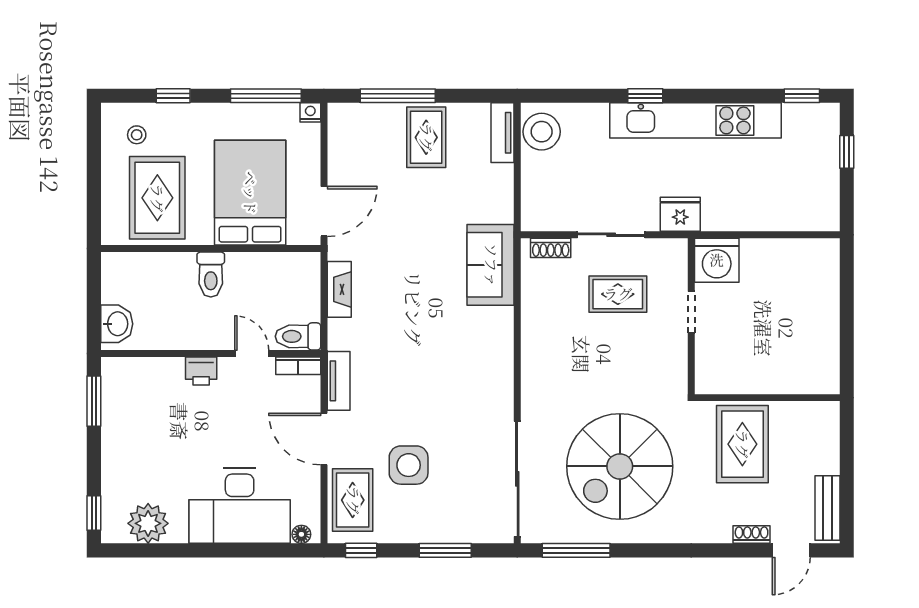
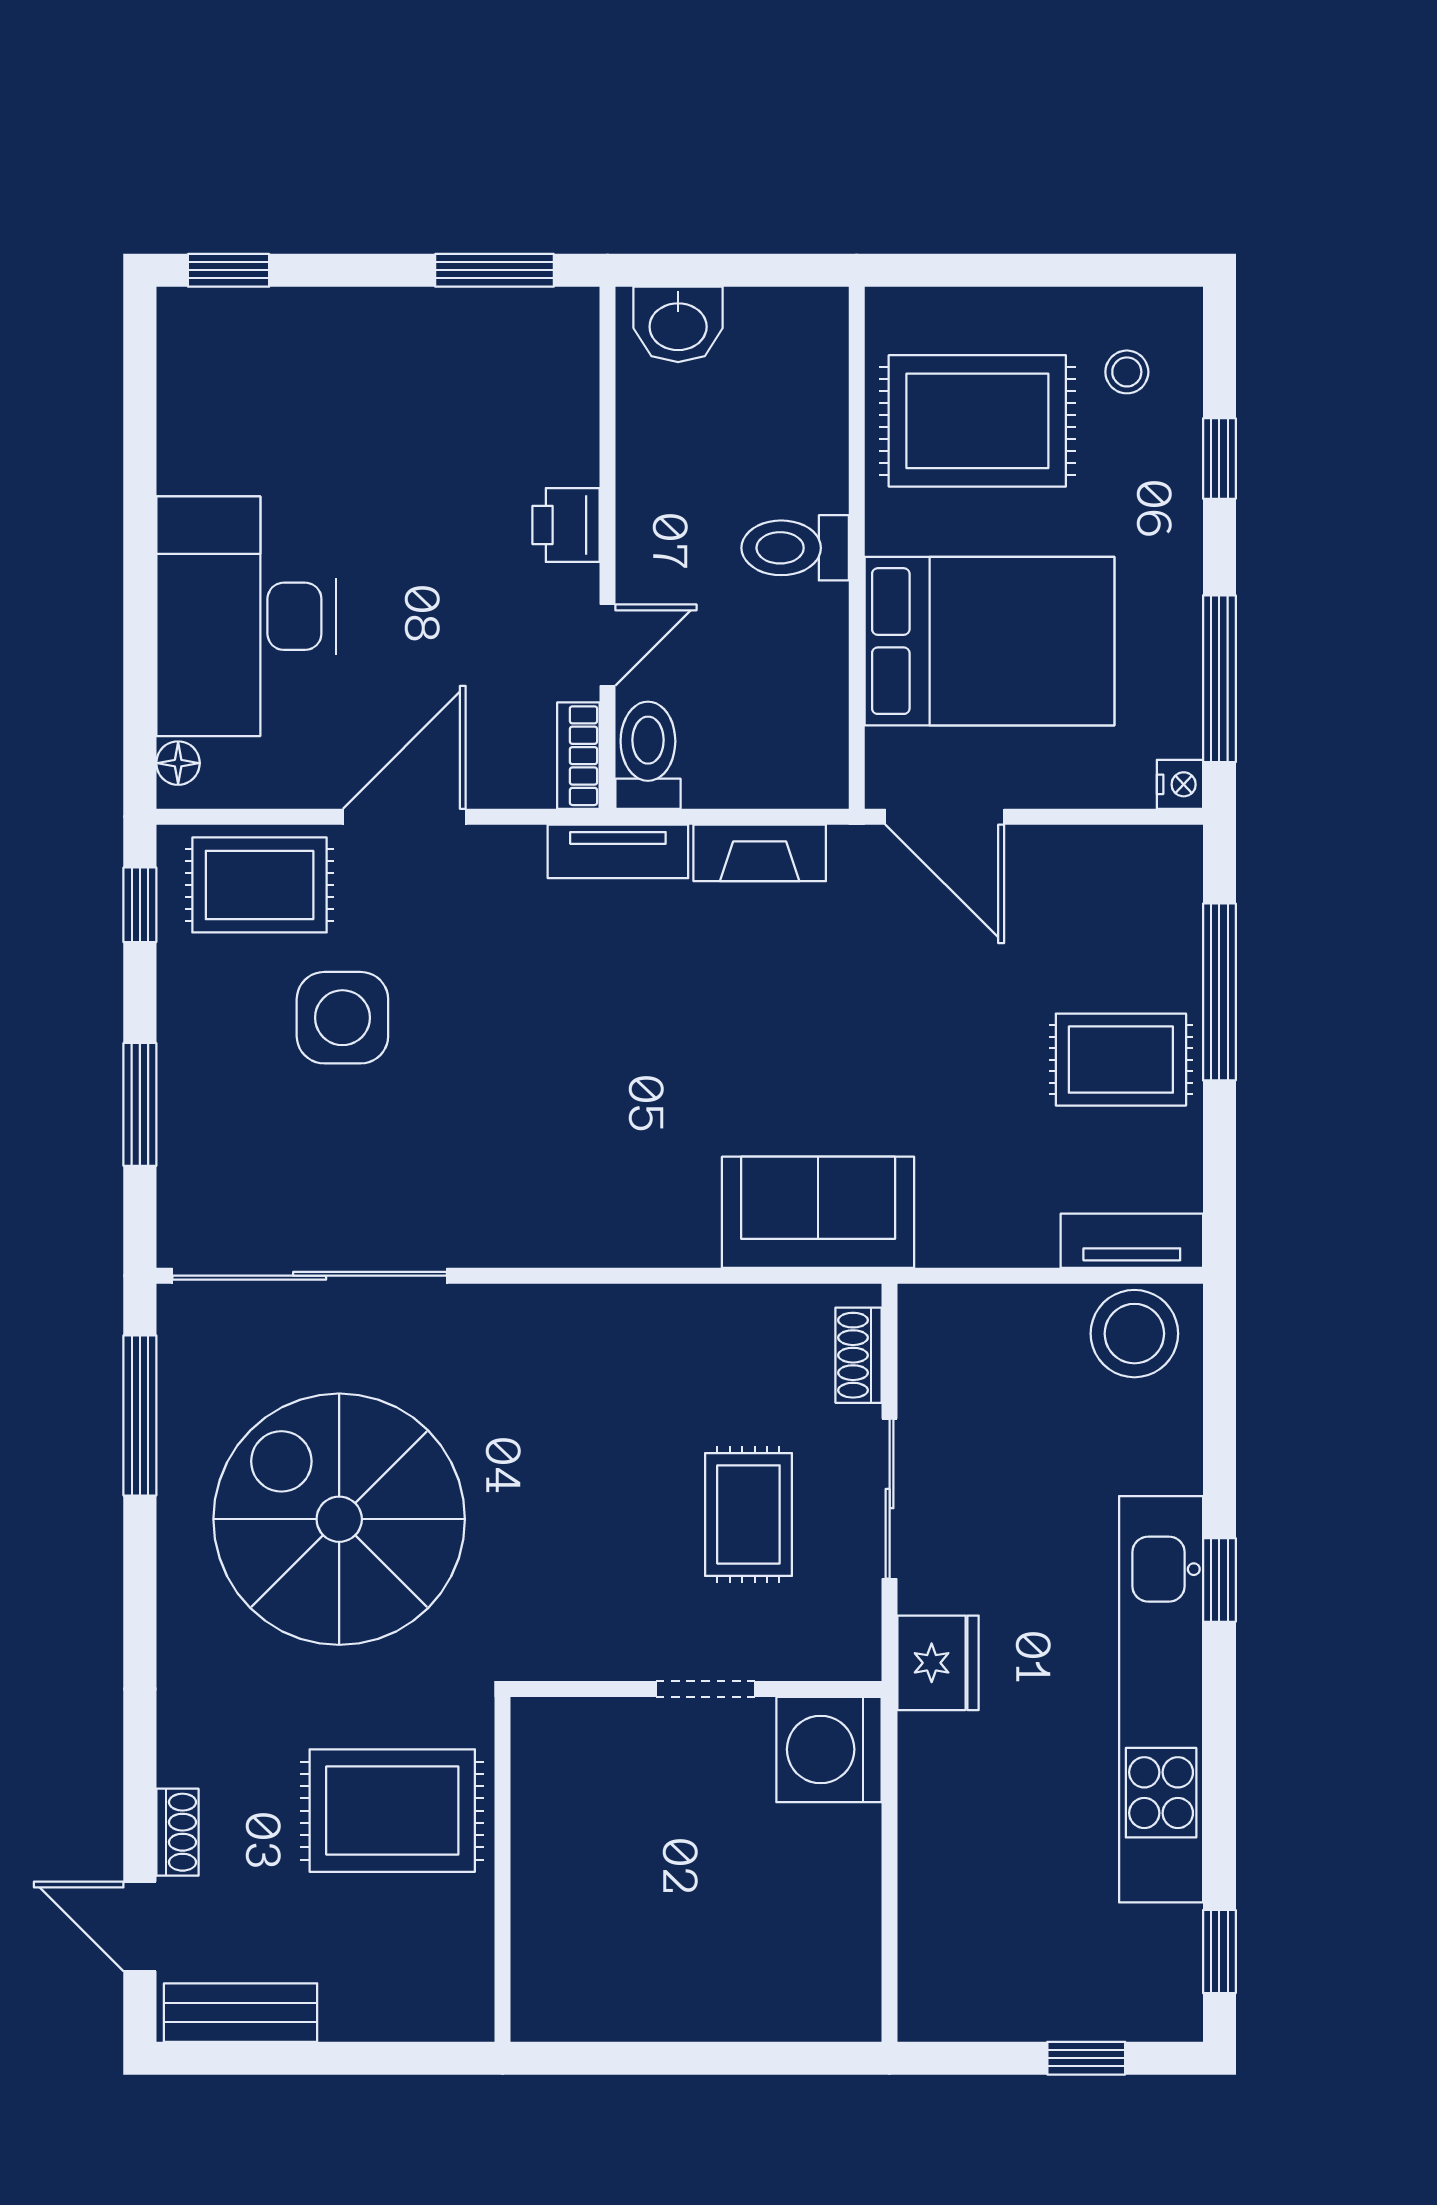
tv unit: (339, 381) -> (618, 851), moved
plant: (148, 523) -> (204, 399), removed

